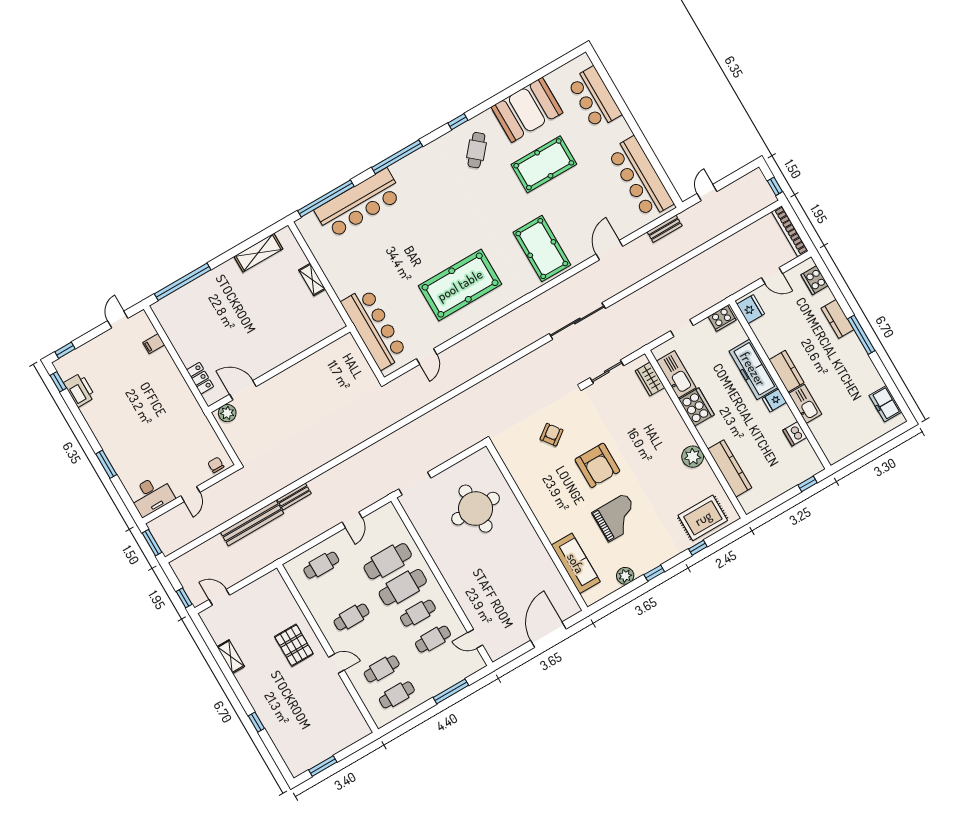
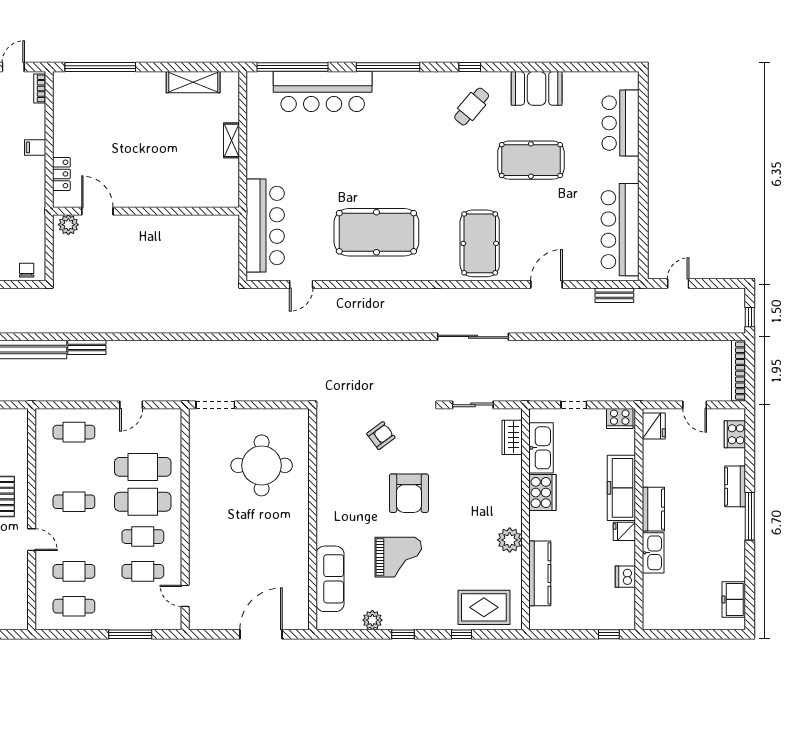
booth: (527, 110) -> (537, 88), width x0.73, depth x0.70
bookcase: (147, 324) -> (40, 88), added
filing cabinet: (154, 344) -> (35, 147), moved

